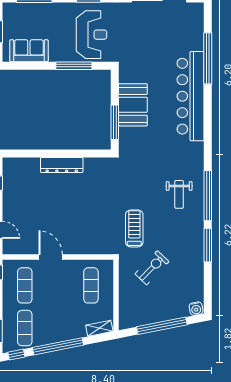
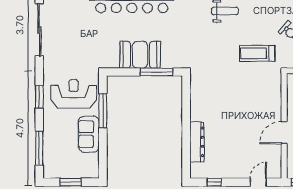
sofa: (29, 51) -> (89, 134), moved
dresser: (62, 165) -> (197, 142), moved

